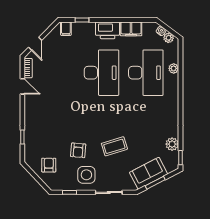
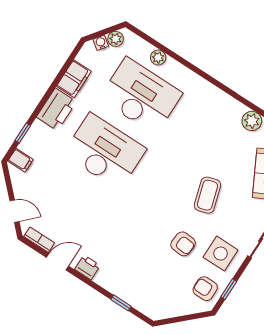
printer: (30, 105) -> (87, 267), added
armchair: (49, 165) -> (205, 289), moved

